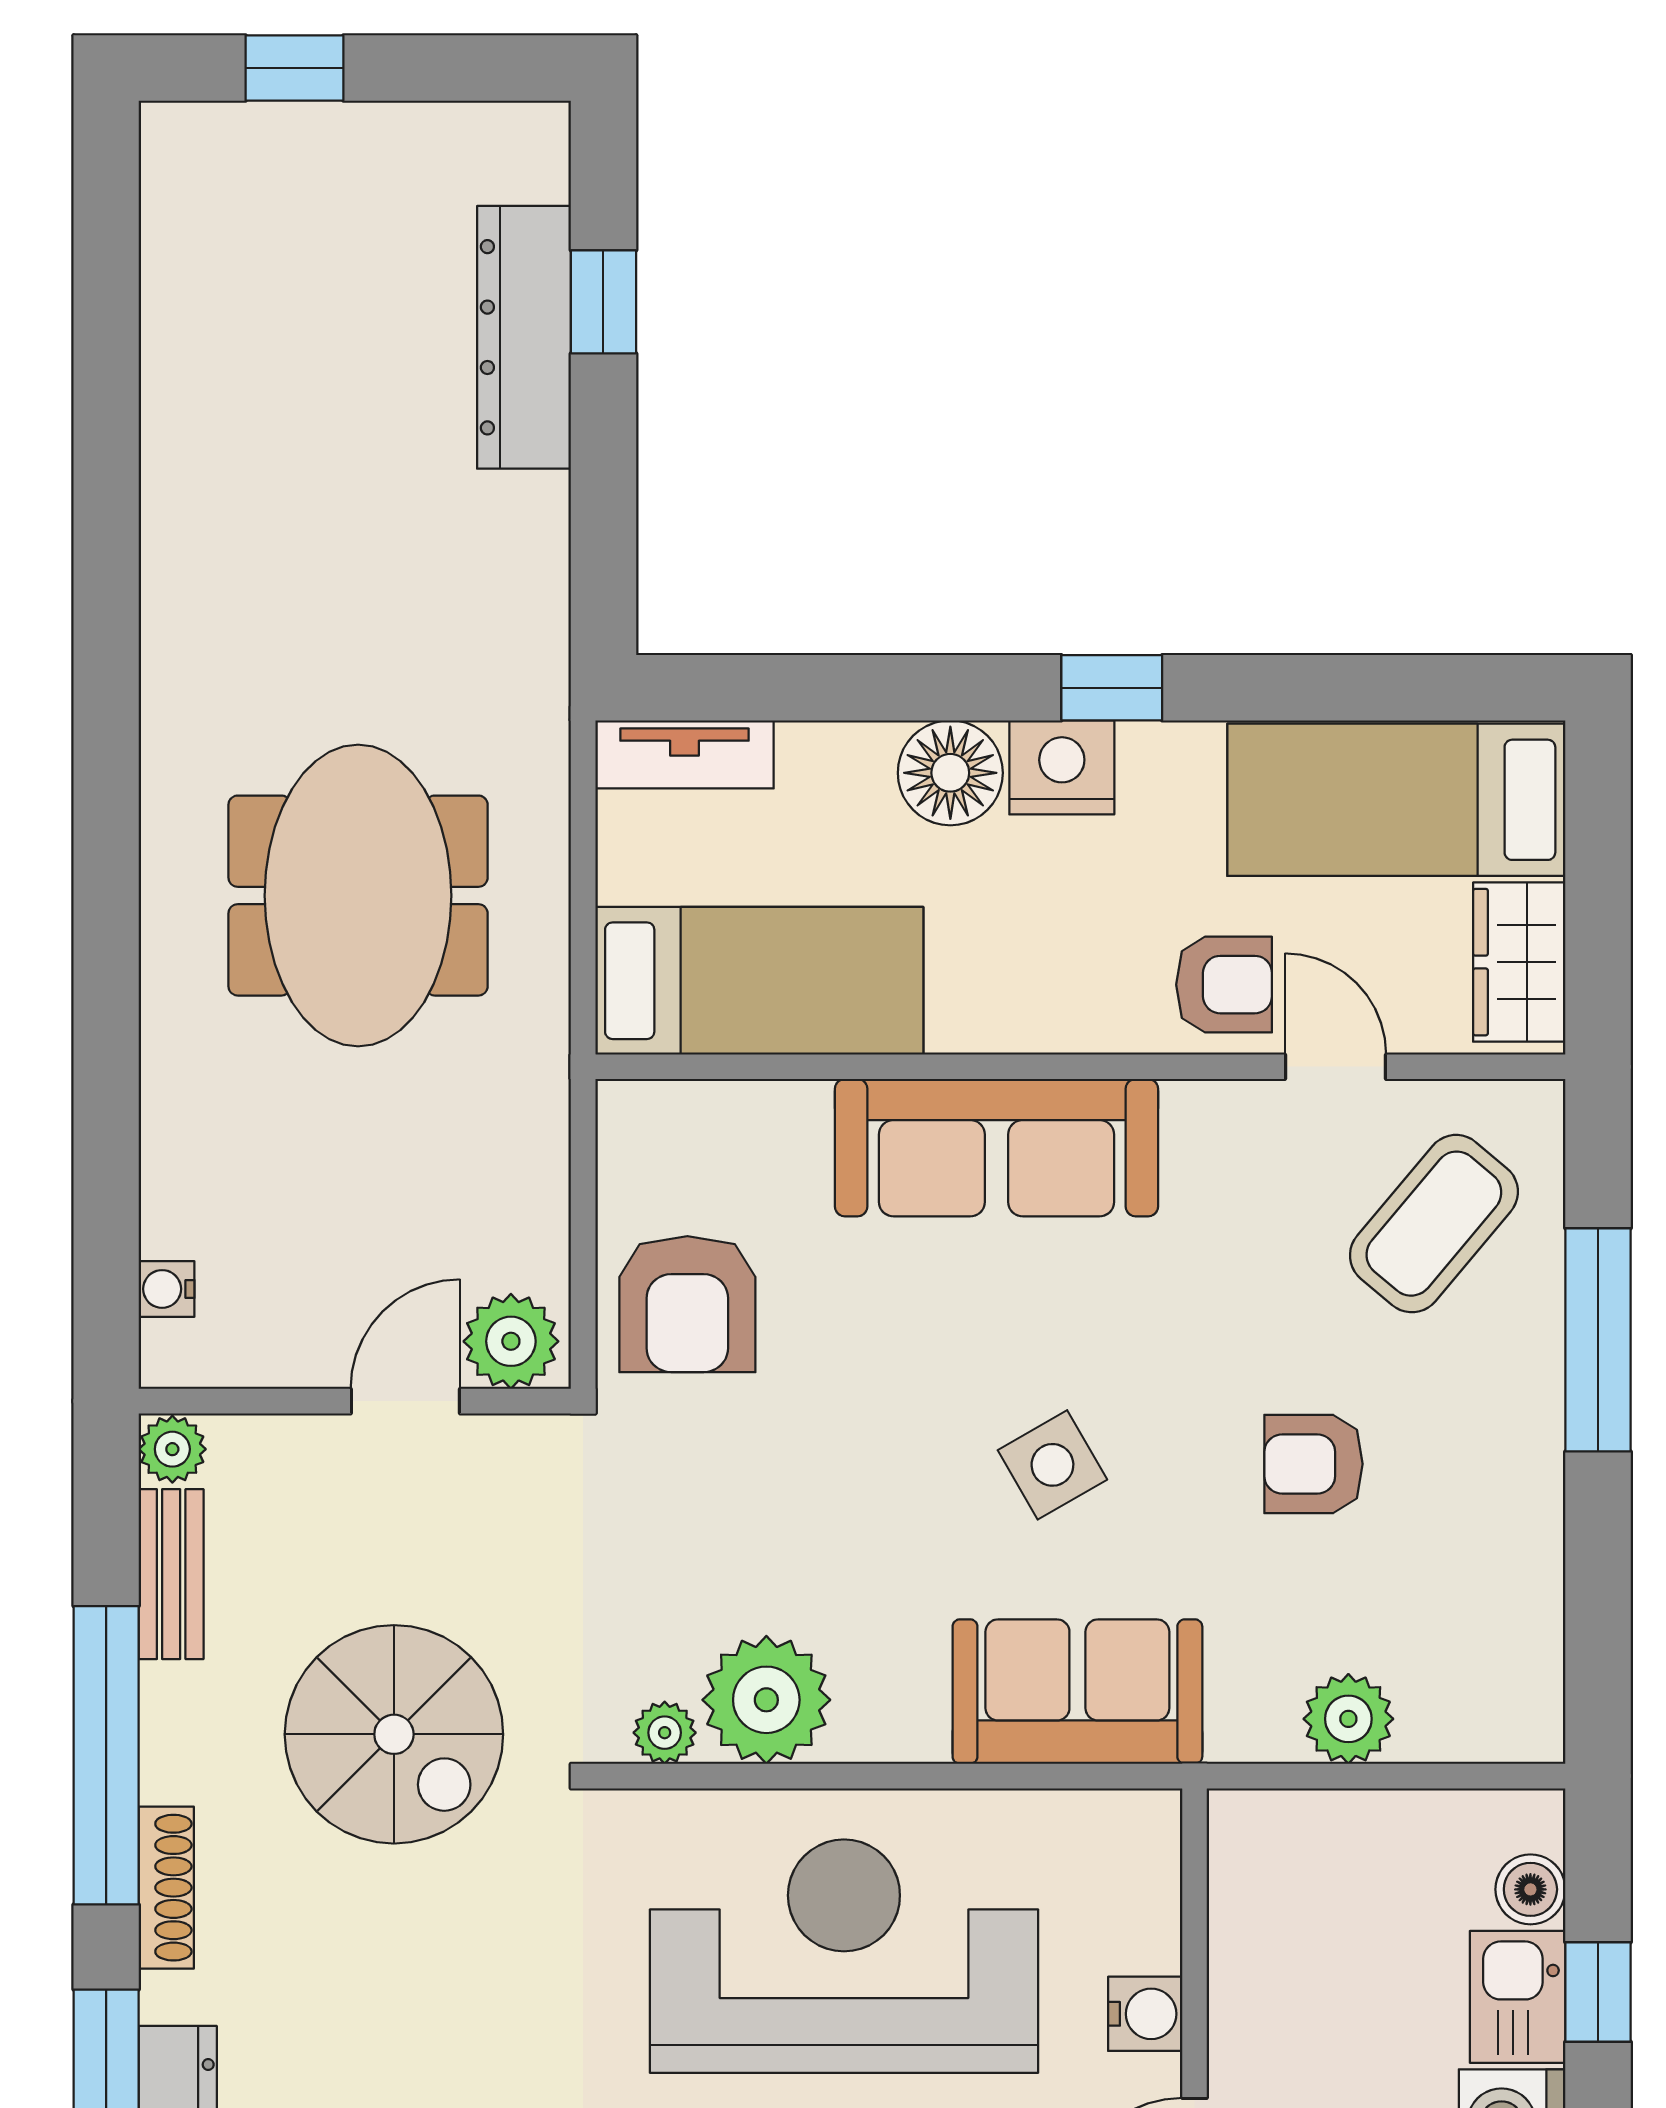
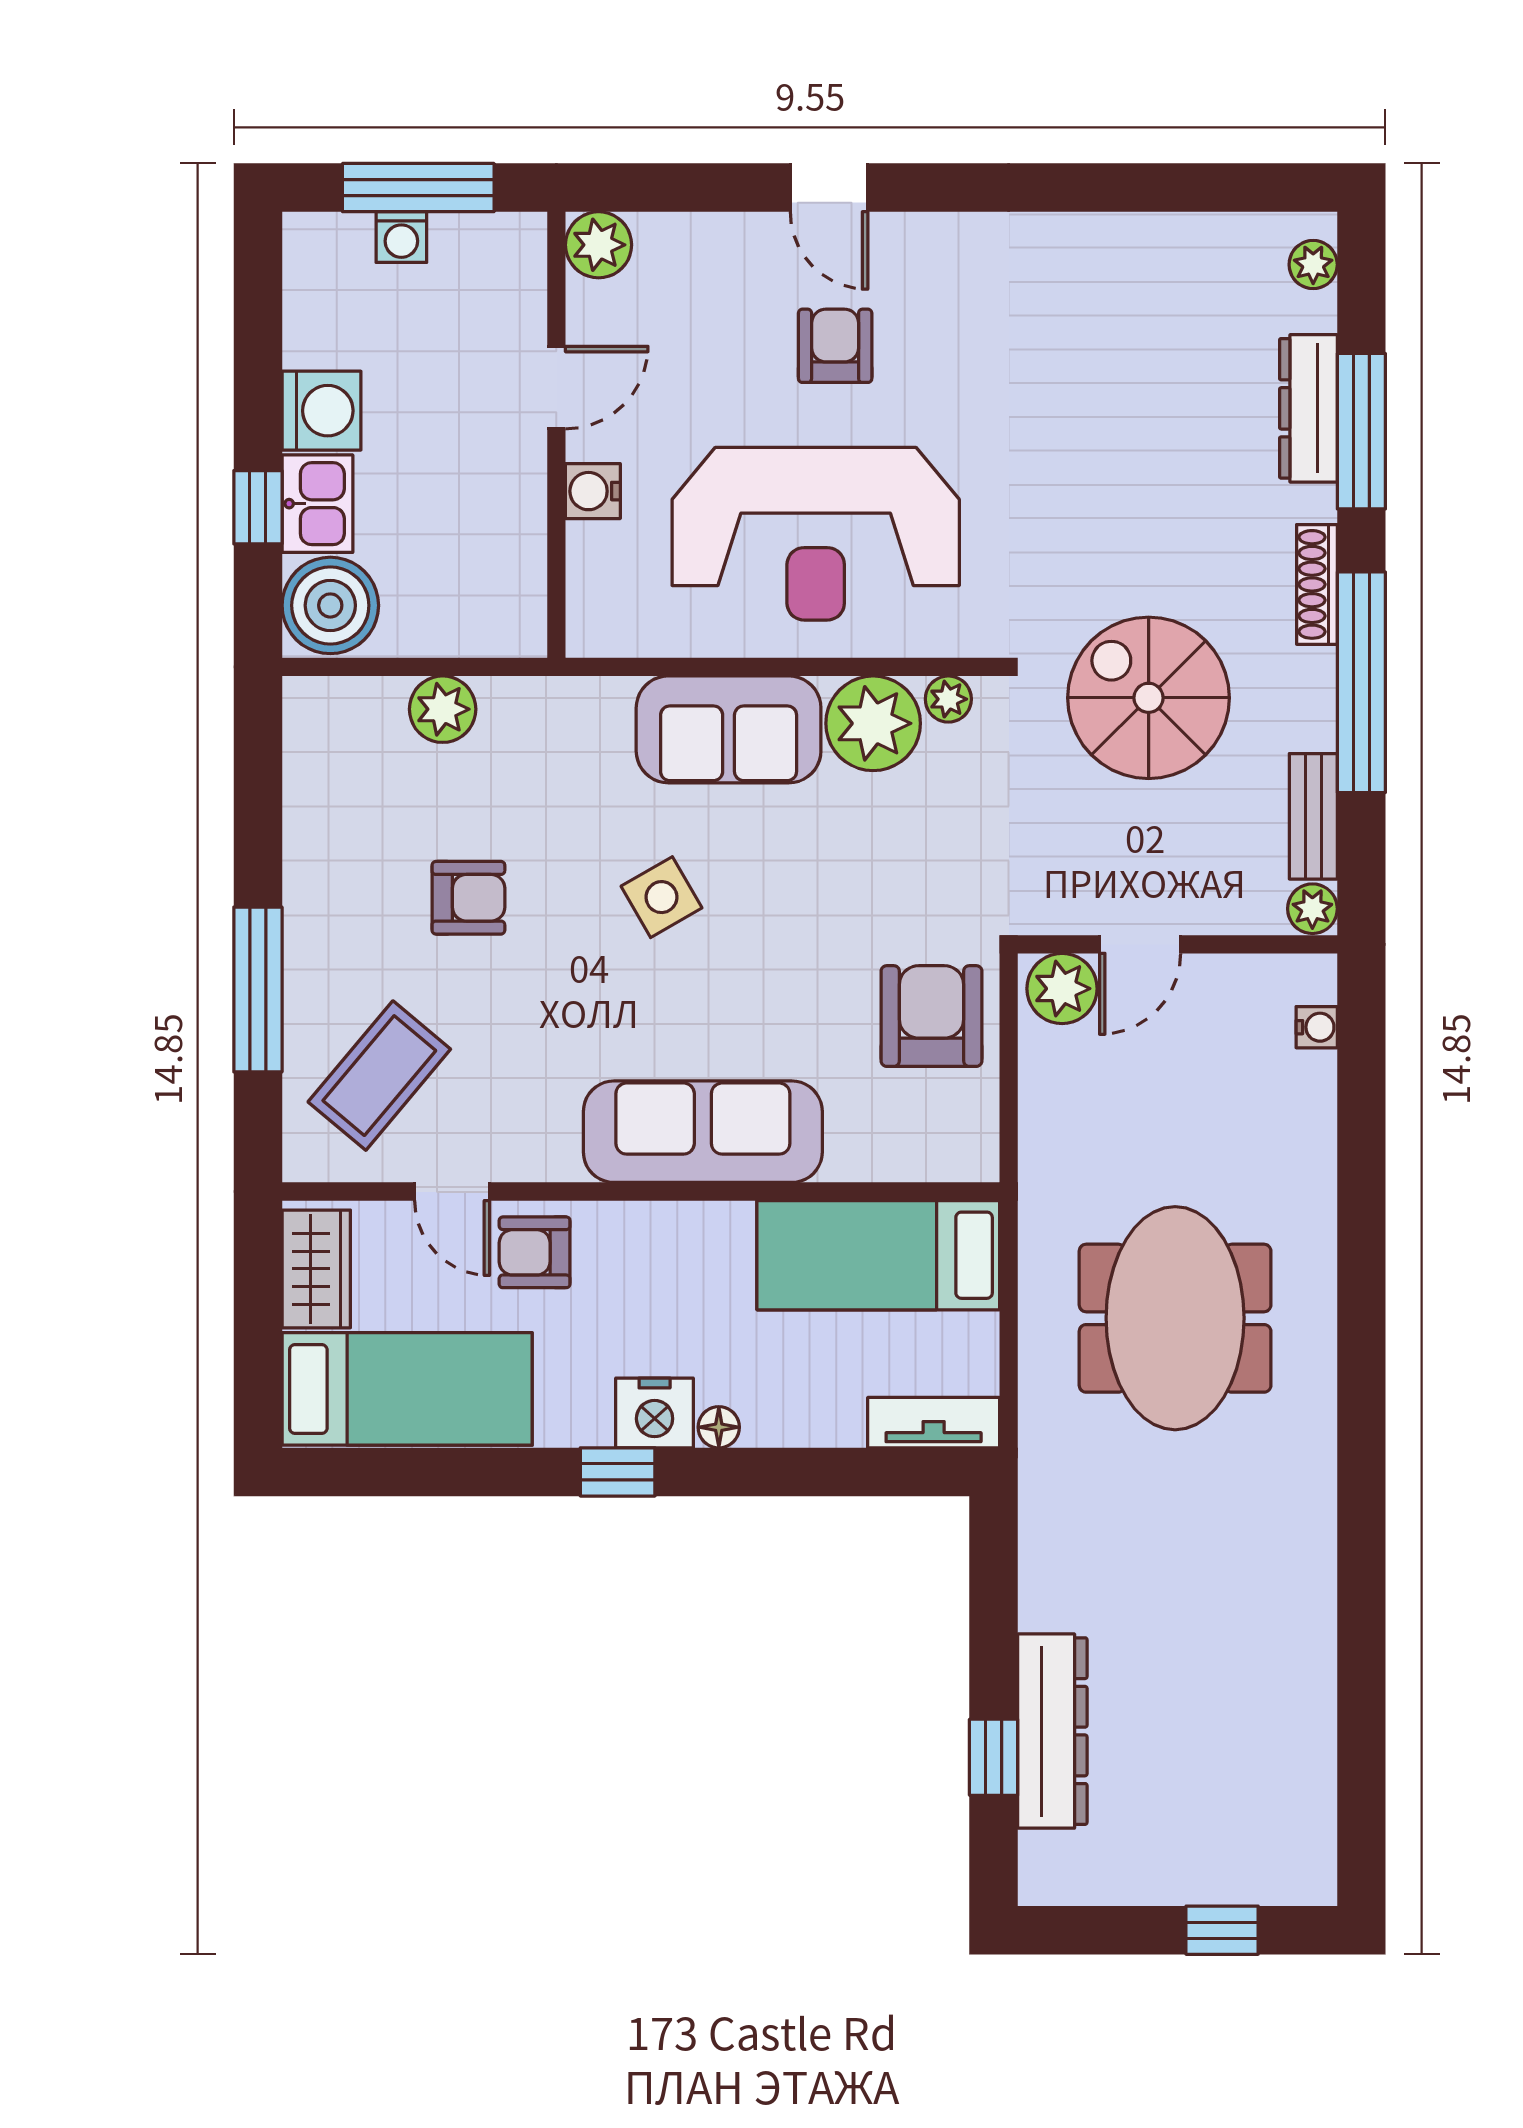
floor lamp: (950, 773) -> (719, 1427), width x0.53, depth x0.53
sofa: (1077, 1692) -> (729, 729), moved
boiler: (1530, 1889) -> (330, 605), width x1.86, depth x1.86

